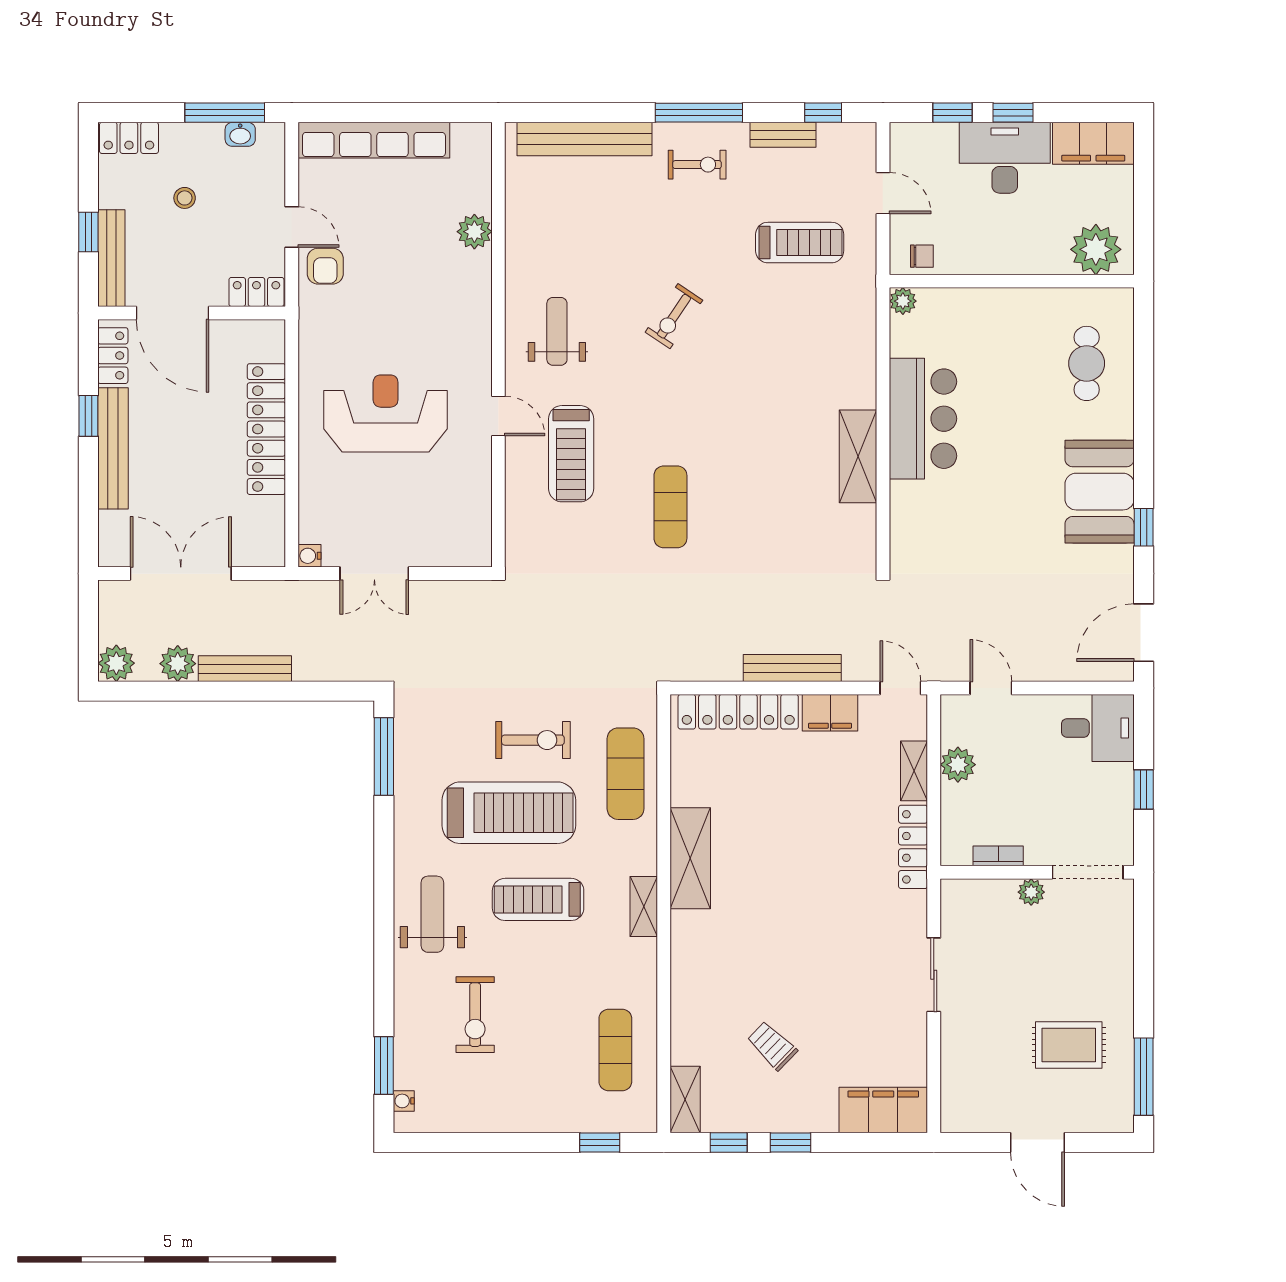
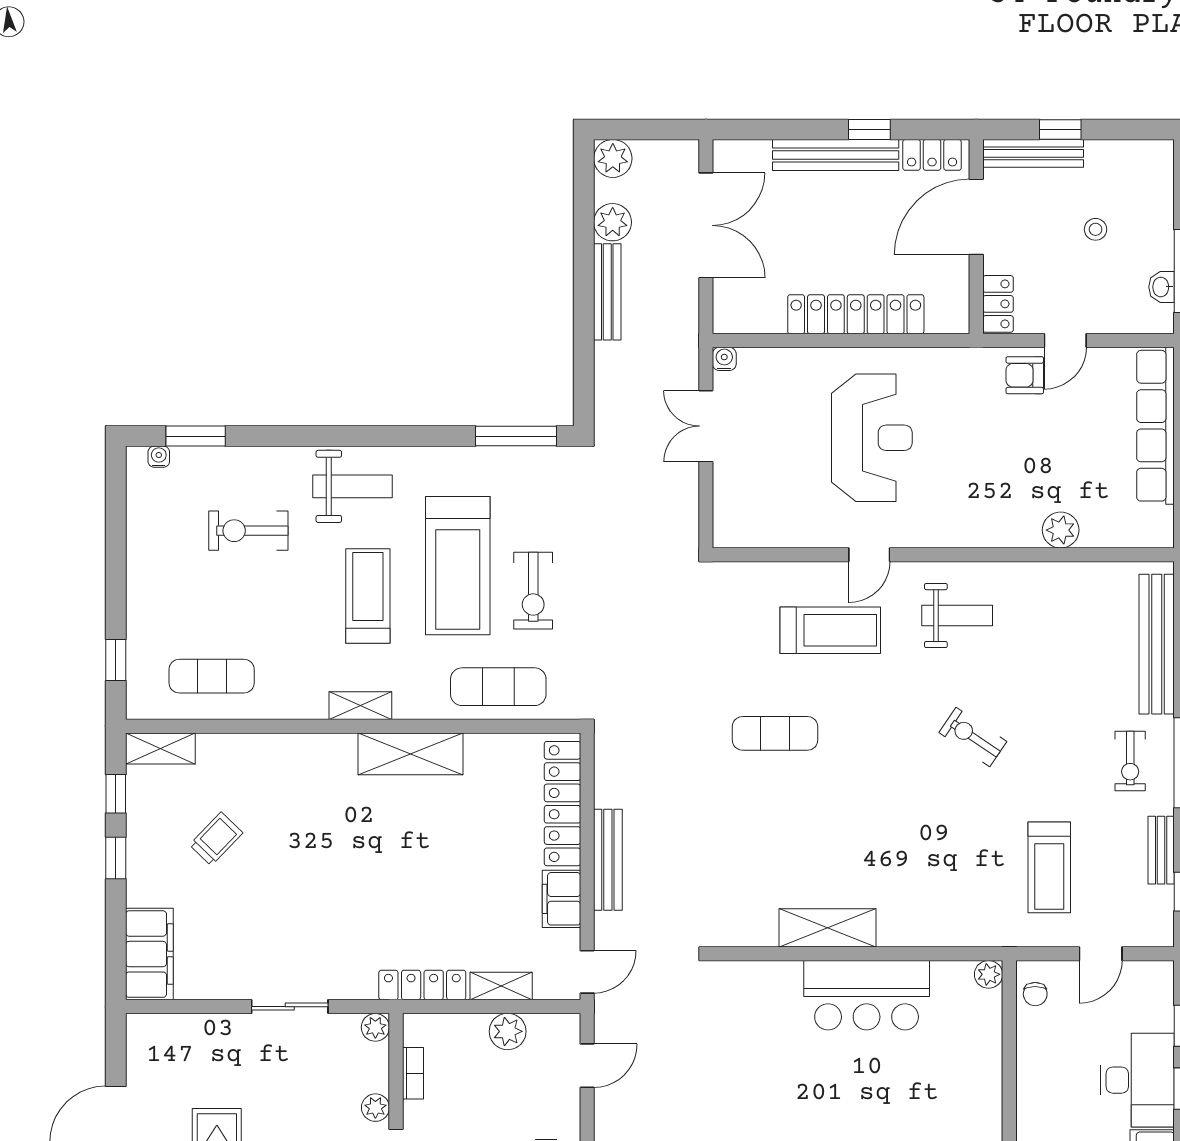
locker: (129, 138) -> (1158, 172), removed
treadmill: (571, 454) -> (830, 630), turned 180
plant: (954, 892) -> (375, 1027), added

